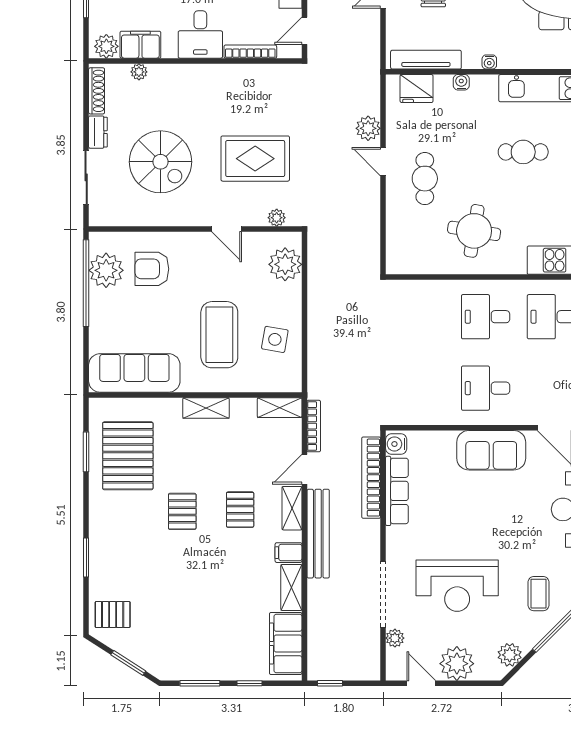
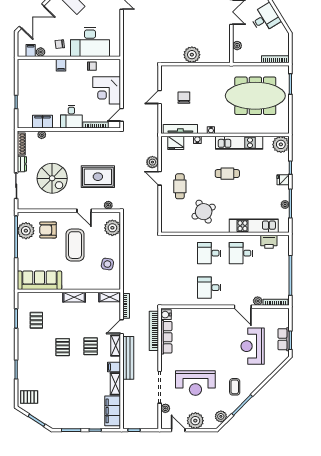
plant: (106, 46) -> (26, 122), removed
round table: (474, 231) -> (204, 212), turned -37
coffee table: (219, 335) -> (75, 245), moved
sofa: (491, 450) -> (212, 318), removed
pallet: (128, 456) -> (36, 320), width x0.49, depth x0.50

